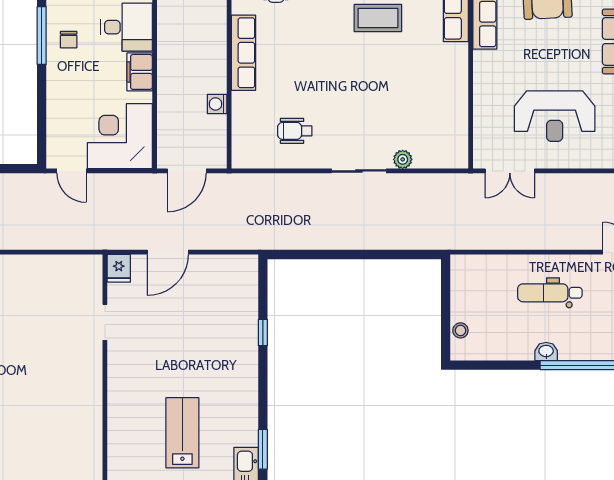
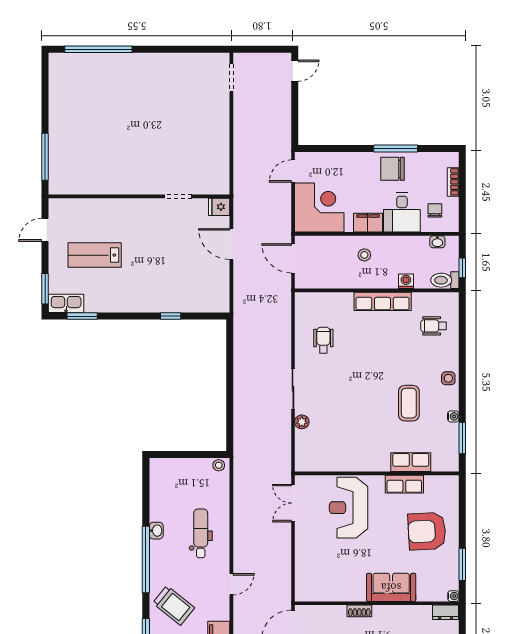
chair: (69, 40) -> (392, 169), width x1.87, depth x1.87
stool: (182, 77) -> (364, 255), added
washing machine: (217, 104) -> (406, 281), moved
reception desk: (555, 116) -> (349, 508), moved
stool: (460, 330) -> (219, 465), moved
lab bench: (182, 433) -> (95, 255), turned 180

